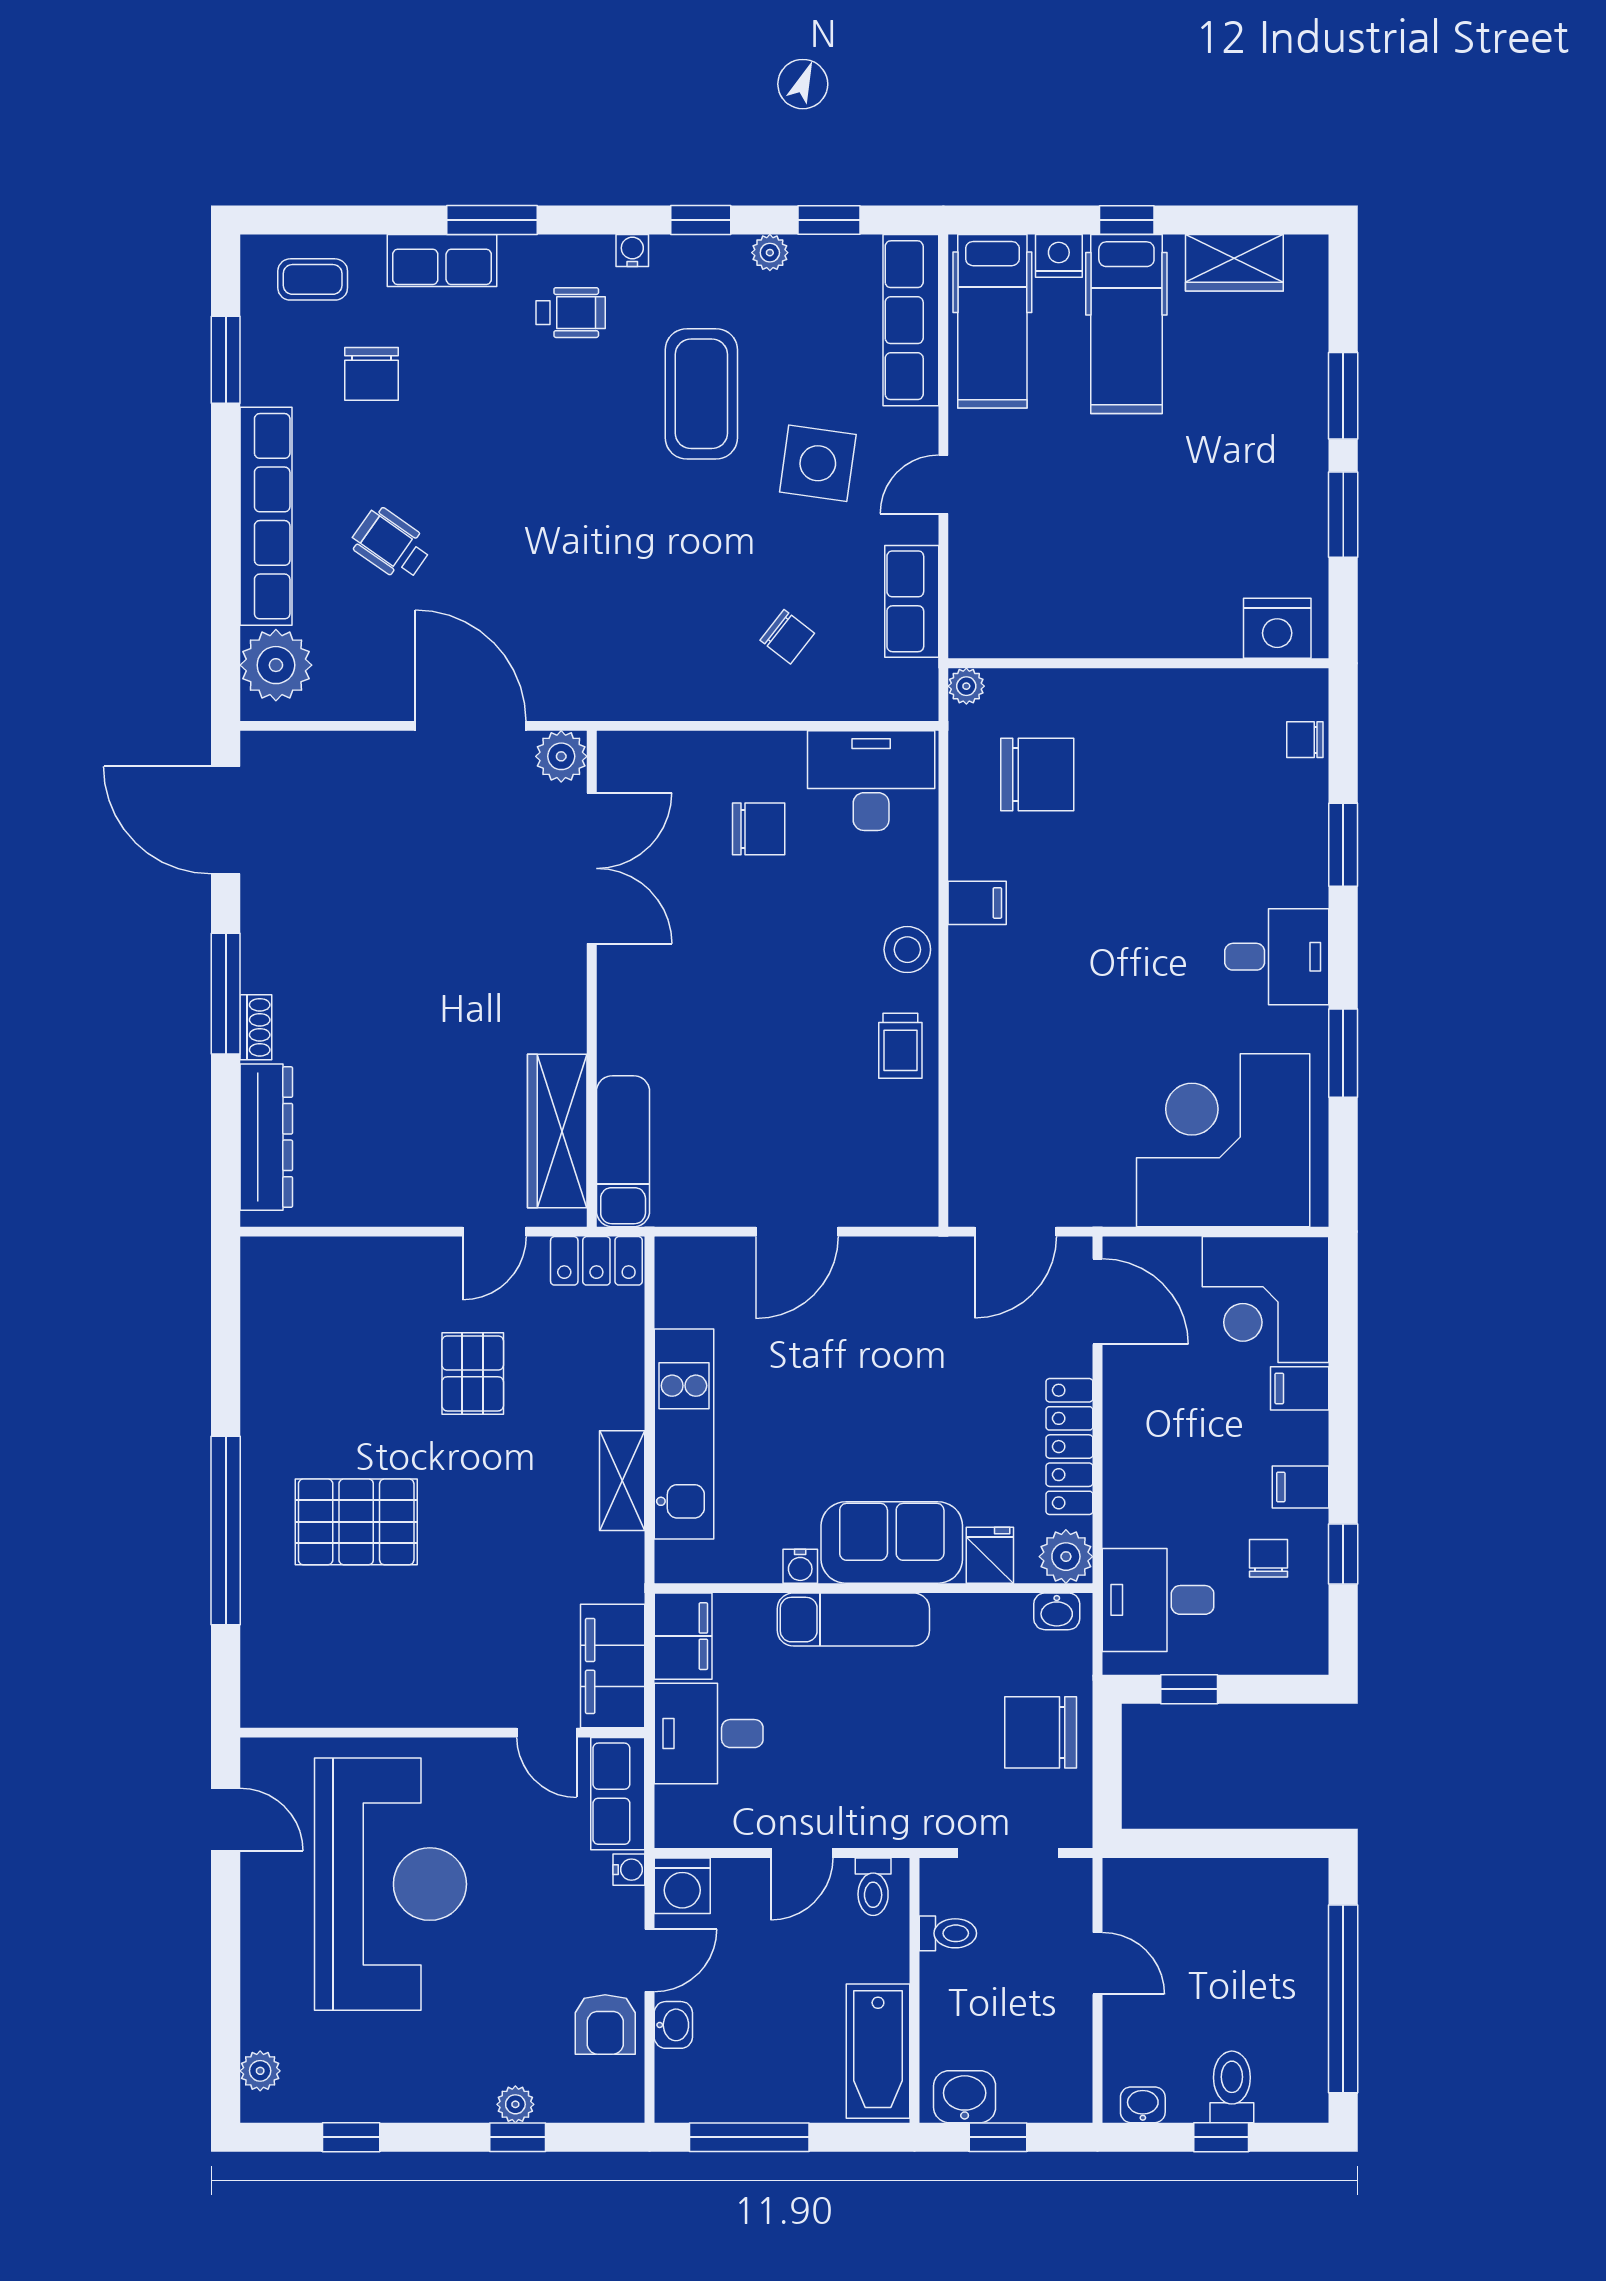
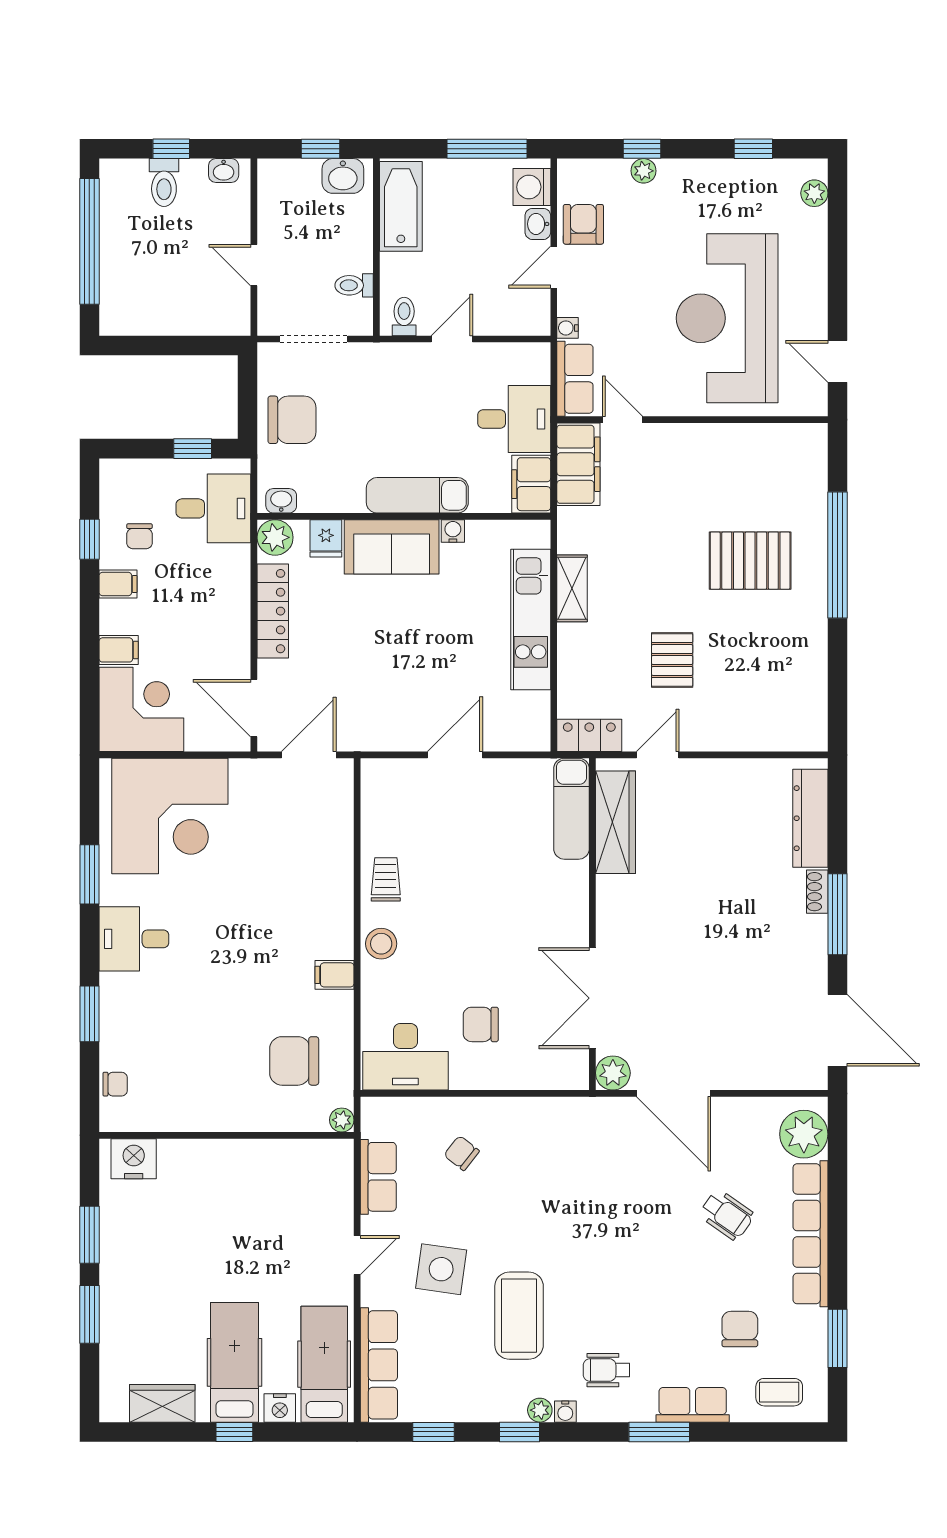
plant: (770, 253) -> (540, 1410), moved
washing machine: (682, 1886) -> (532, 187), moved, turned -90

